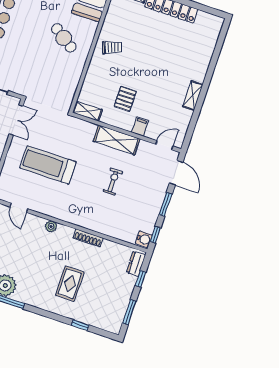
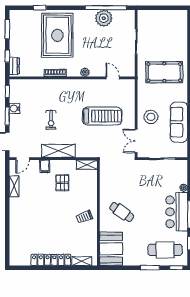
shelving: (193, 96) -> (14, 186), moved
water cooler: (144, 239) -> (15, 108), moved
rug: (70, 284) -> (57, 35), width x1.86, depth x2.06

